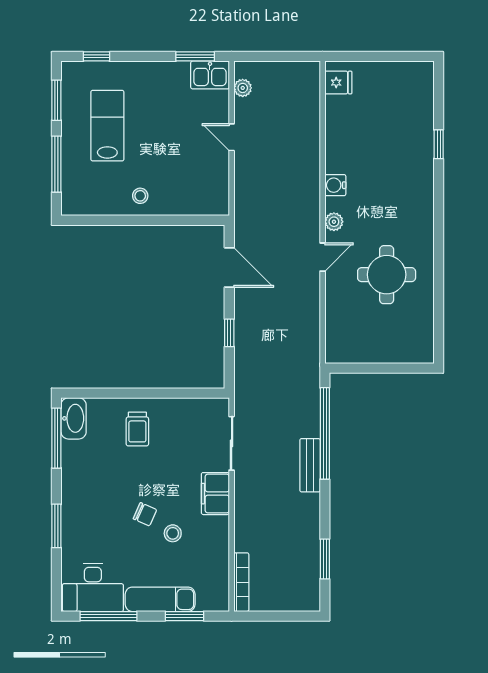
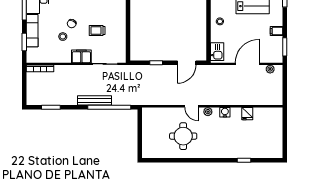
filing cabinet: (161, 74) -> (277, 31), added
kitchen sink: (210, 75) -> (217, 52), moved, turned 180
fridge: (338, 83) -> (247, 114), moved
door: (232, 137) -> (247, 64), width x1.88
trolley: (137, 429) -> (97, 30), moved
bench: (310, 465) -> (94, 100), width x1.36

